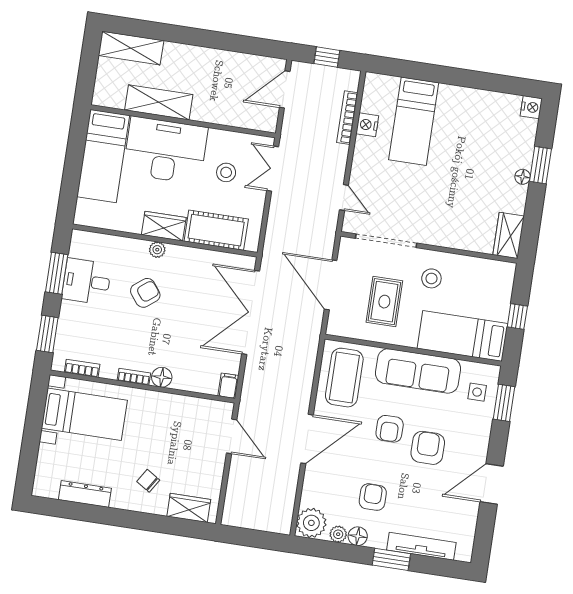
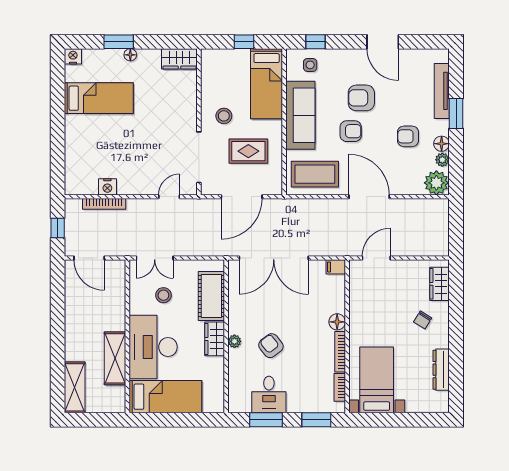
bed: (414, 121) -> (99, 98), moved
bookcase: (134, 377) -> (340, 352), width x1.56
window: (504, 403) -> (316, 42), width x0.67

